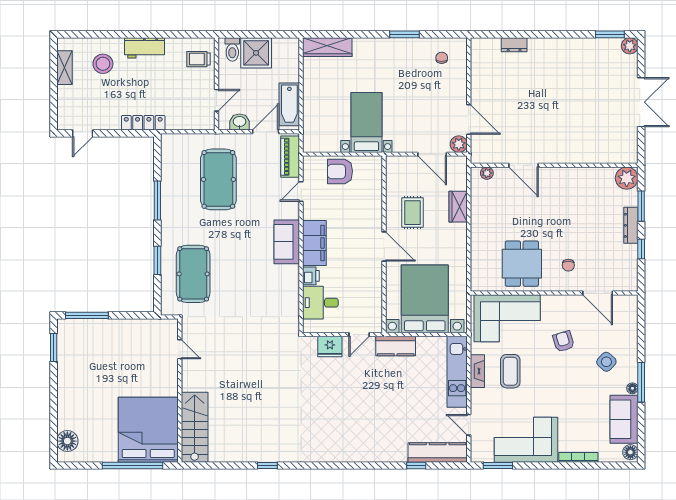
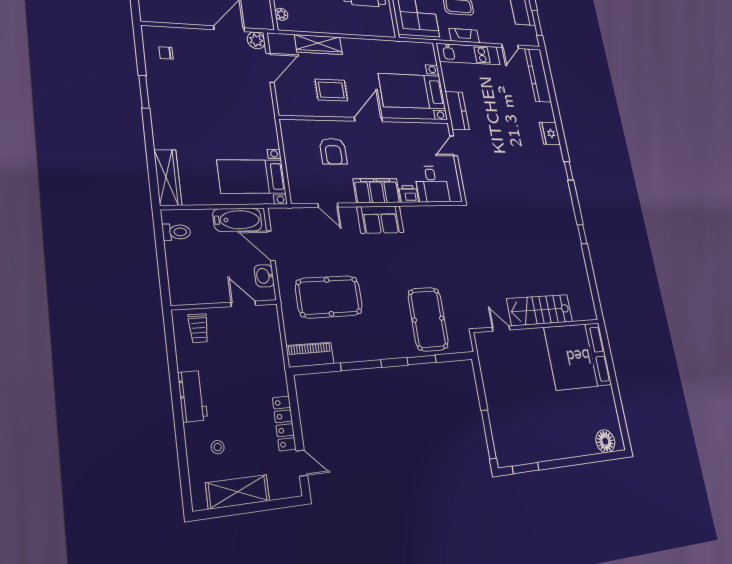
toilet: (232, 49) -> (176, 232), moved
shower: (256, 53) -> (184, 260), removed
stool: (103, 64) -> (218, 447), width x0.53, depth x0.53
shelving: (64, 68) -> (238, 492), width x1.50, depth x1.33
bed with nightstands: (366, 122) -> (252, 177), moved
locker: (143, 123) -> (284, 423), moved
piano: (290, 157) -> (310, 355), moved, turned 180
armchair: (340, 171) -> (333, 151), moved
wardrobe: (458, 207) -> (318, 45), width x1.50
pool table: (193, 274) -> (428, 319), turned 90
bed with nightstands: (425, 299) -> (412, 91), width x0.73
door: (359, 335) -> (454, 146), swing flipped
fridge: (330, 347) -> (550, 133), moved, turned 180
door: (180, 349) -> (501, 329), hinge flipped
stairs: (195, 427) -> (540, 310), moved
window: (133, 465) -> (611, 370), removed
window: (416, 465) -> (569, 171), moved

